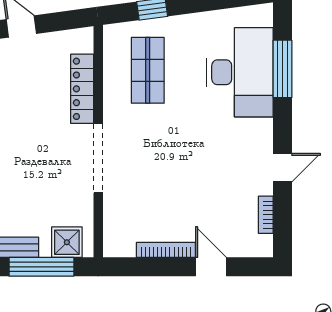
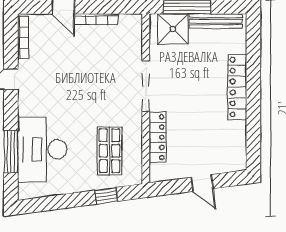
bookcase: (266, 215) -> (23, 37), width x1.56
shower: (67, 242) -> (173, 29), width x1.36, depth x1.36

